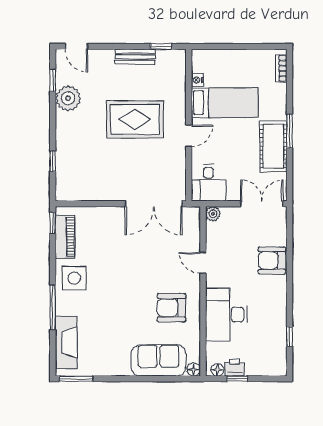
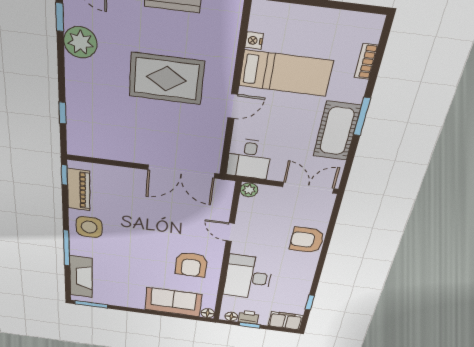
bookcase: (281, 68) -> (366, 61), moved
armchair: (172, 308) -> (191, 265), turned -90
filing cabinet: (271, 366) -> (286, 321), added

